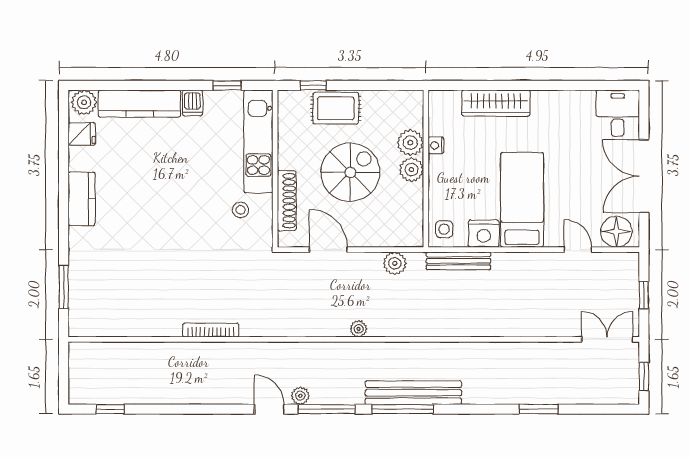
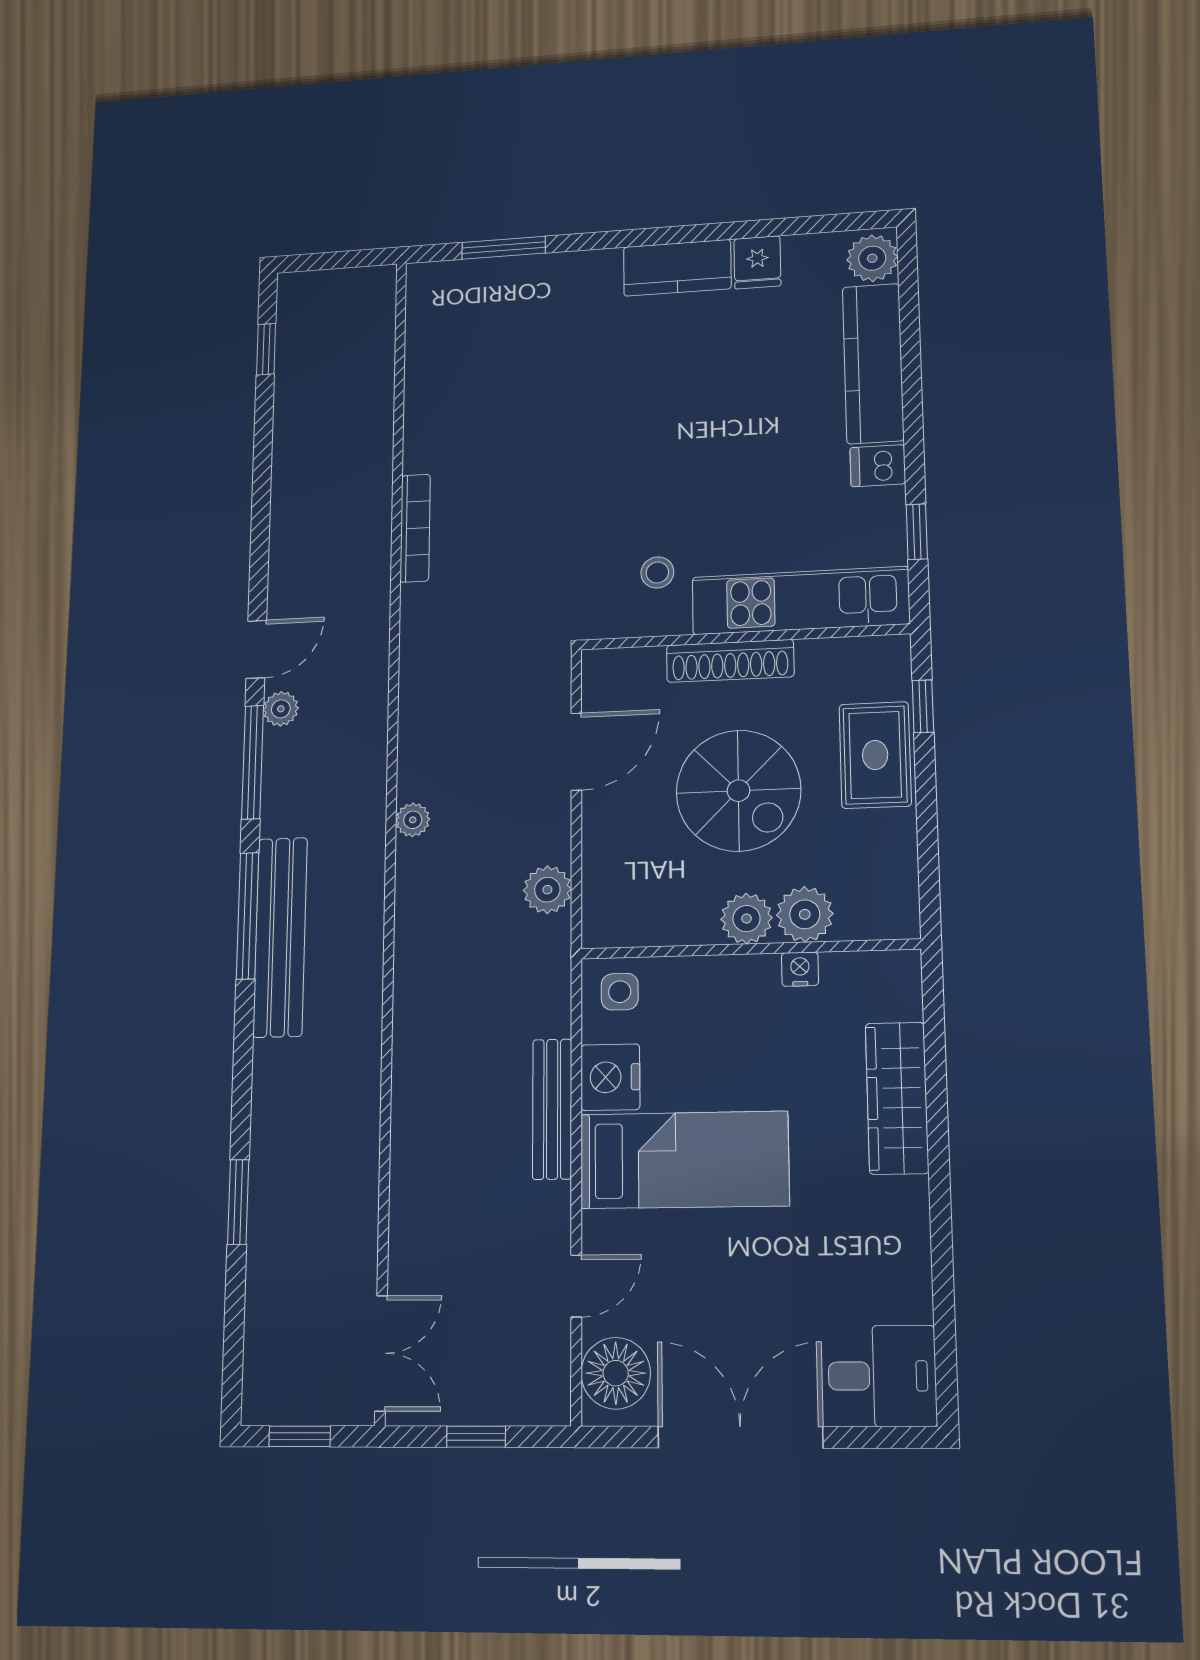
fridge: (82, 134) -> (757, 262), moved
shoe rack: (287, 201) -> (730, 661), moved
bench: (458, 261) -> (552, 1109), moved

